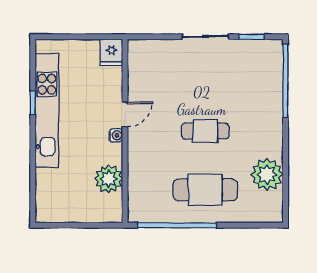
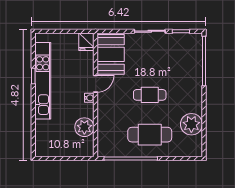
booth: (147, 71) -> (111, 54), added

